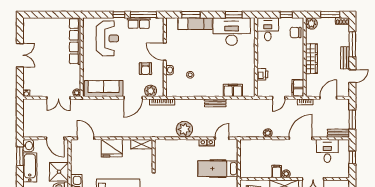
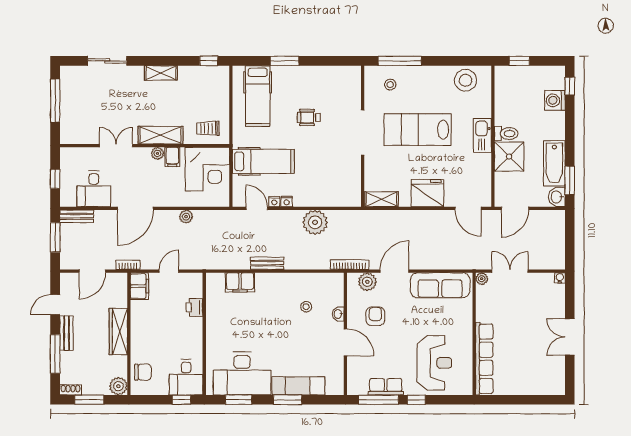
window: (191, 15) -> (288, 400), moved
window: (286, 15) -> (181, 400), moved
reception desk: (107, 38) -> (434, 363), turned 180
door: (55, 138) -> (515, 208), swing flipped
door: (222, 138) -> (257, 208), swing flipped
corner desk: (254, 164) -> (207, 169), added

